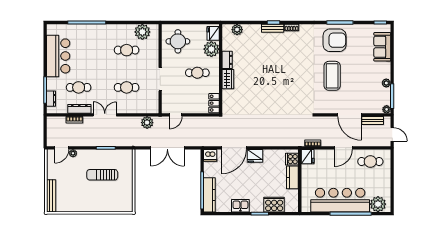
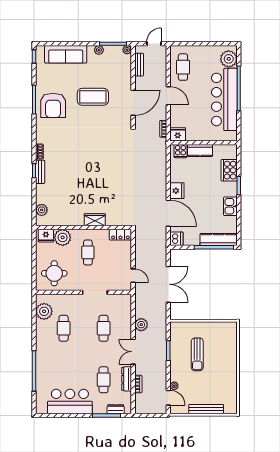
armchair: (335, 40) -> (53, 105), turned 180
sofa: (382, 47) -> (66, 54), width x1.36
dresser: (227, 60) -> (74, 221), removed
coffee table: (332, 76) -> (93, 97), moved
door: (350, 115) -> (133, 103), moved
plant: (147, 123) -> (141, 325), moved
bench: (51, 196) -> (206, 409), moved

